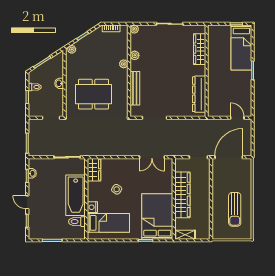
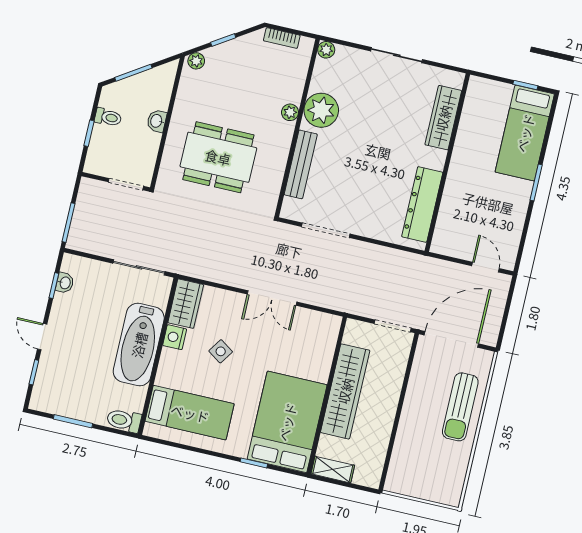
plant: (135, 55) -> (321, 110), width x1.88, depth x1.88
double door: (152, 157) -> (272, 298), moved
nightstand: (92, 207) -> (175, 337), moved
sun lounger: (235, 209) -> (460, 407), moved
toilet: (77, 222) -> (124, 420), moved

